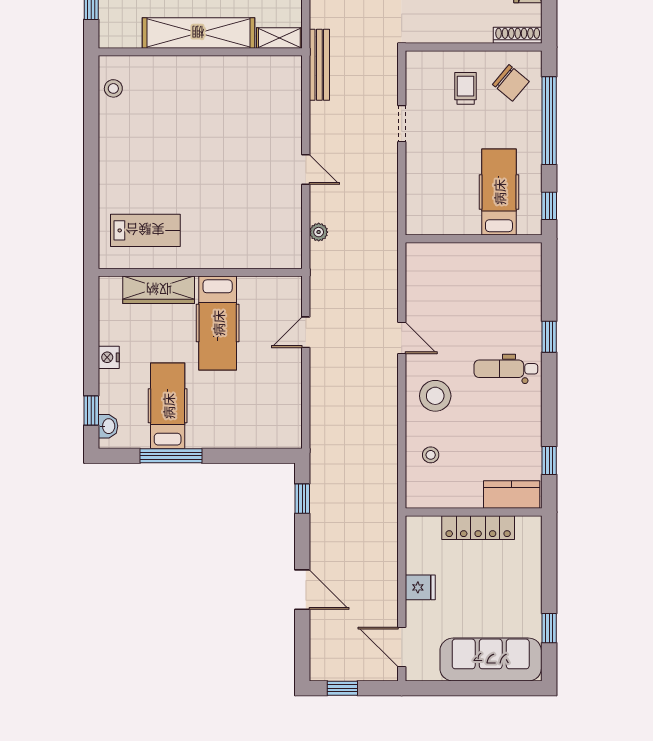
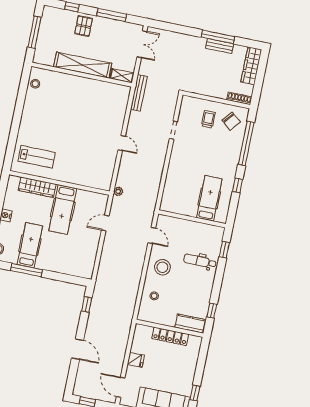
hospital bed: (499, 192) -> (209, 198), moved
plant: (319, 232) -> (118, 191), moved
wall: (474, 239) -> (192, 219), moved

